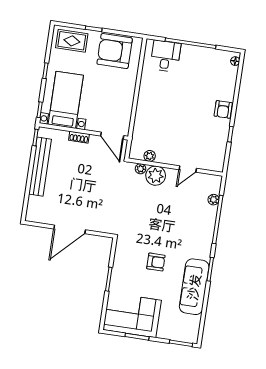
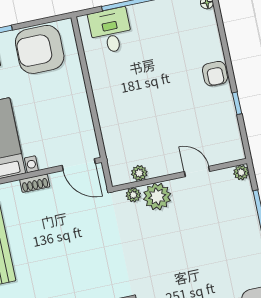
door: (188, 169) -> (197, 171), swing flipped
plant: (214, 200) -> (241, 172), moved

